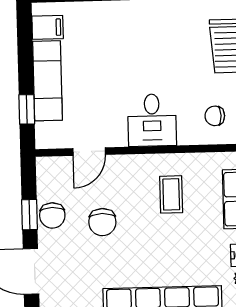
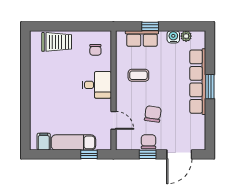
chair: (52, 216) -> (148, 142), turned -90
chair: (102, 222) -> (153, 114), turned -82

